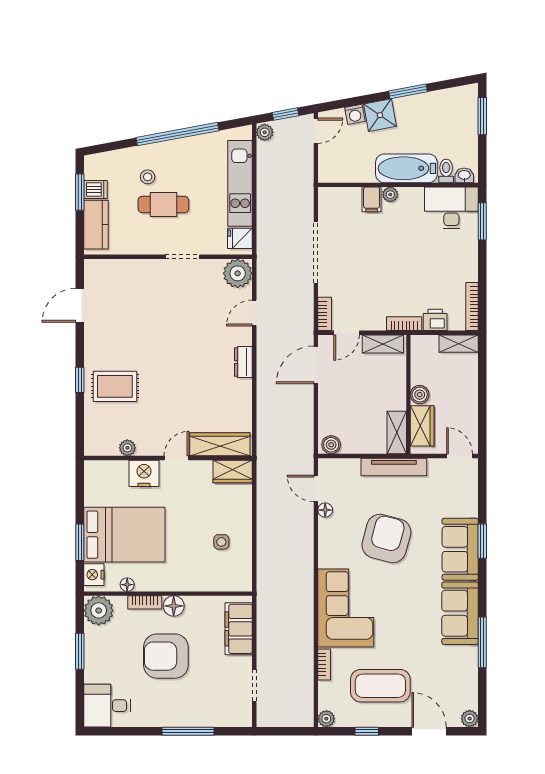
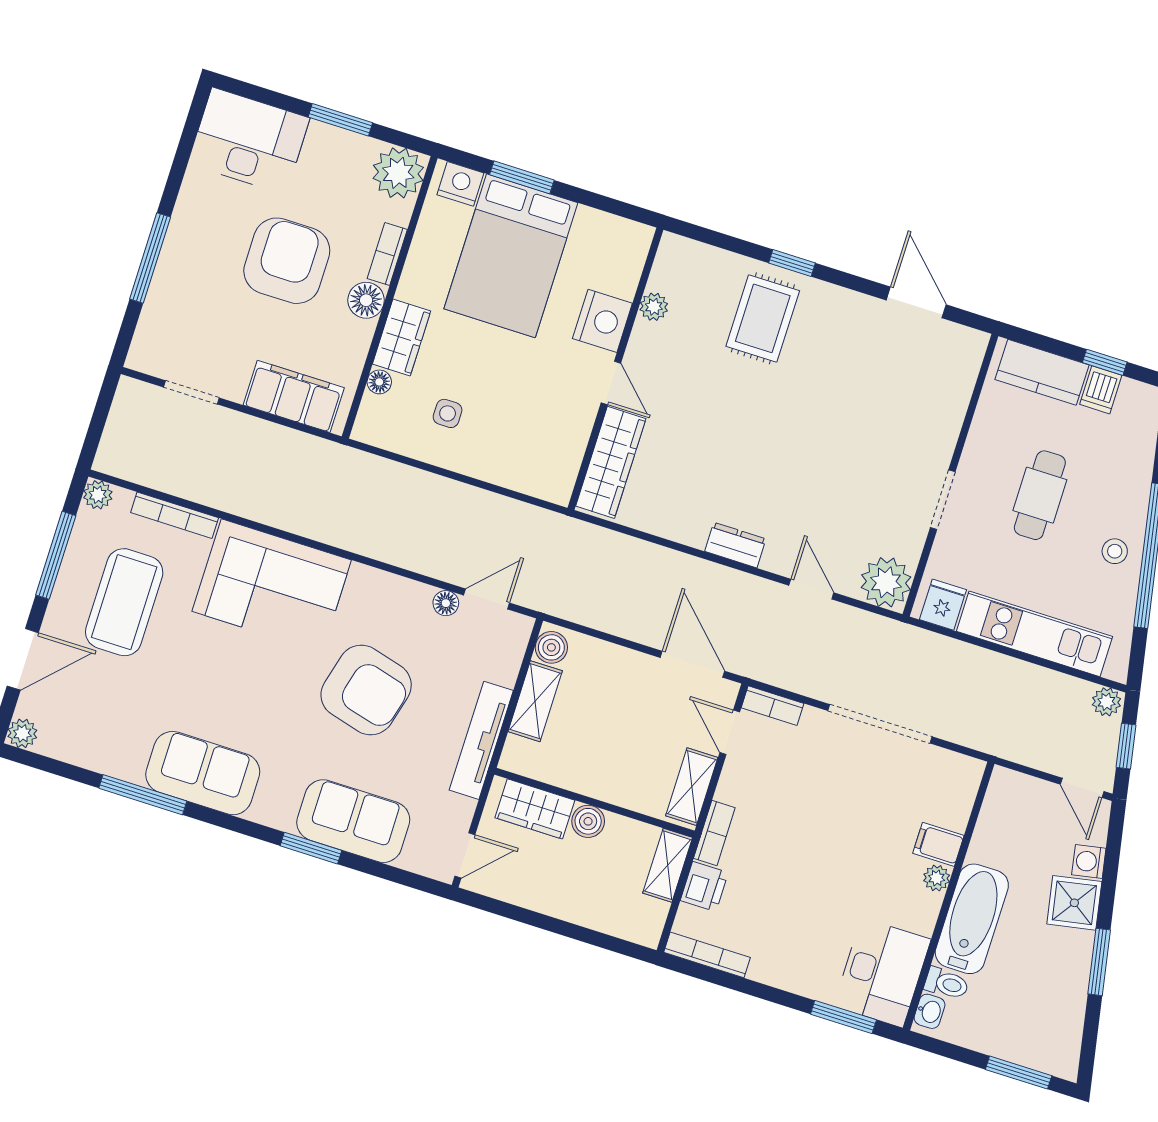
stool: (148, 177) -> (1115, 551), moved
window: (80, 192) -> (1105, 362), width x0.67
shelving: (459, 344) -> (668, 865), moved
shelving: (397, 433) -> (535, 701), moved, turned 90
wardrobe: (233, 471) -> (402, 338), moved, turned 180
sofa: (460, 549) -> (353, 821), moved
floor lamp: (127, 585) -> (379, 382), moved
bookcase: (324, 664) -> (175, 515), width x1.56
desk: (107, 706) -> (249, 141), width x1.37
window: (367, 731) -> (56, 555), width x2.17

